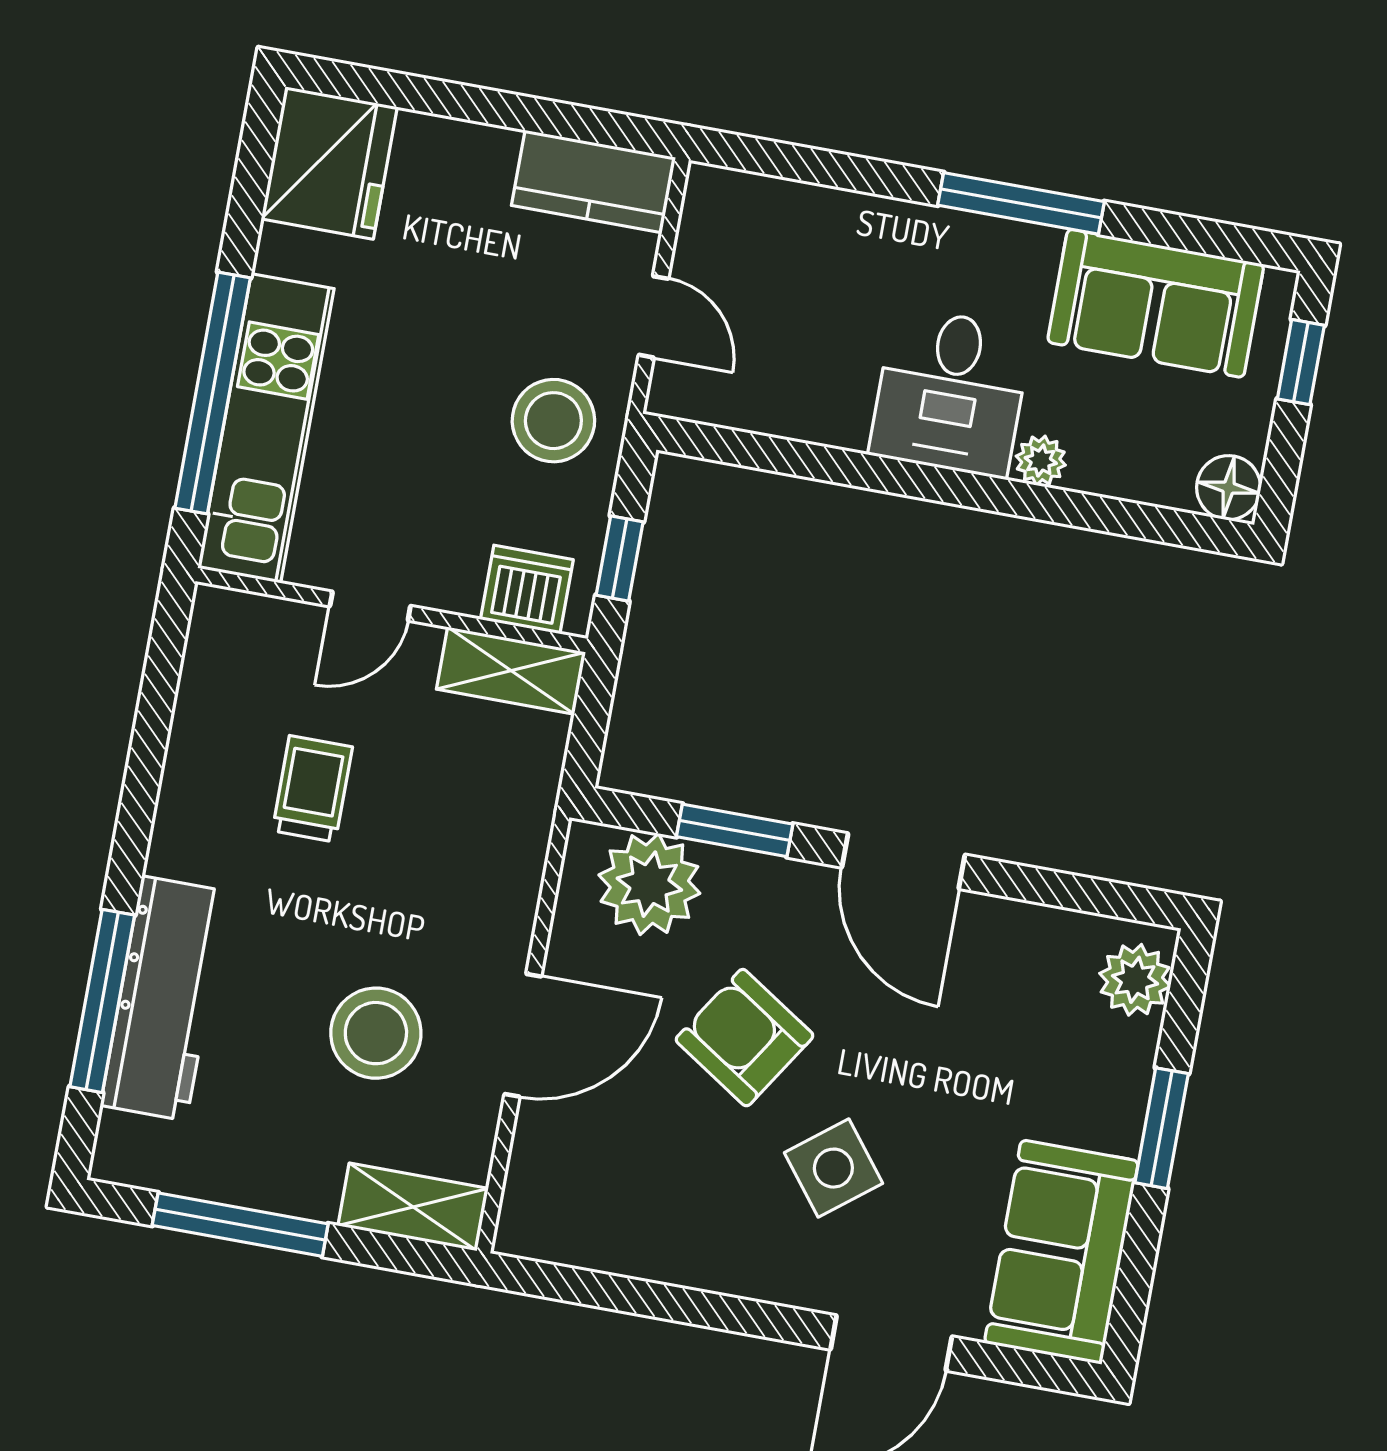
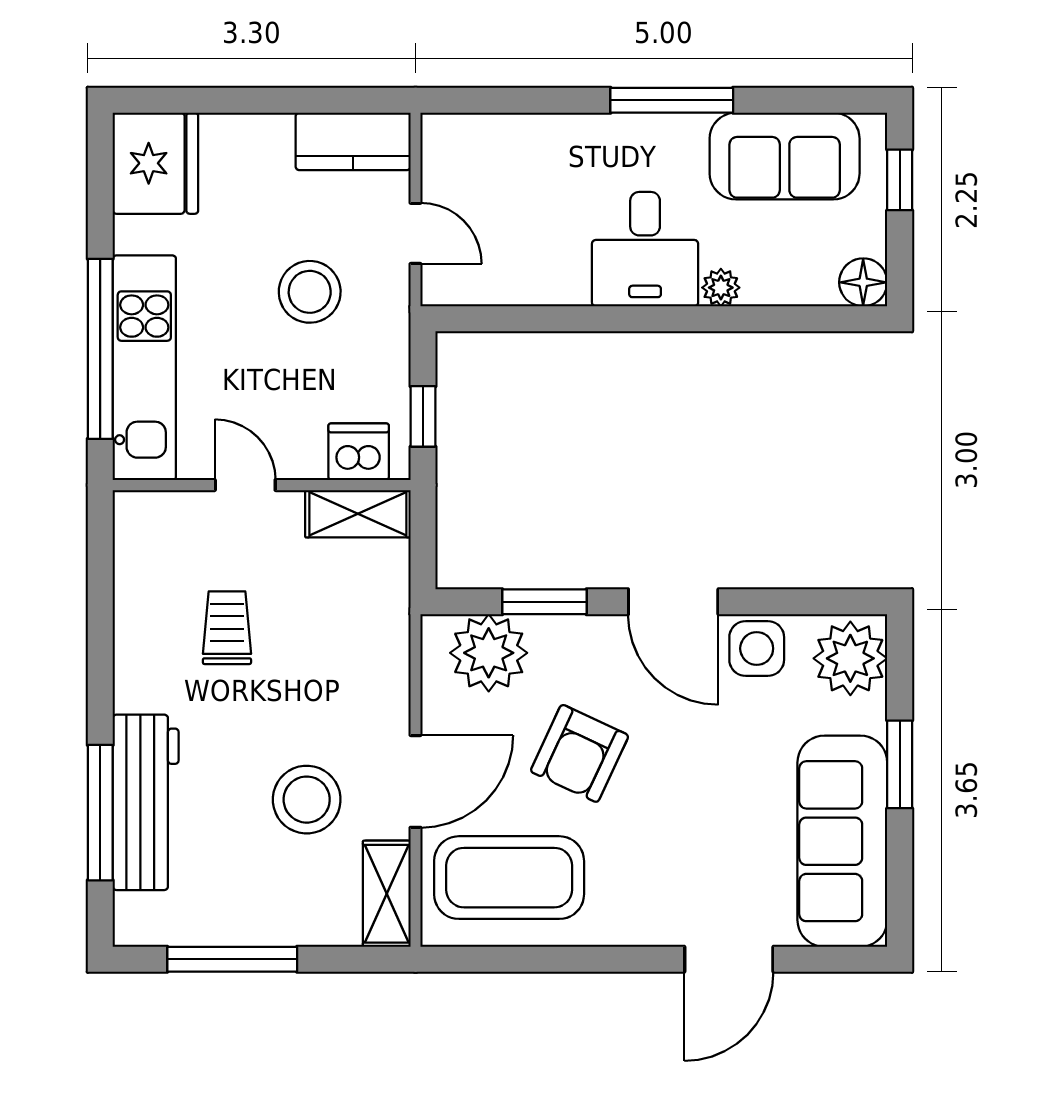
stool: (553, 421) -> (310, 292), moved
door: (370, 606) -> (245, 485), swing flipped
plant: (1135, 980) -> (850, 658), width x1.36, depth x1.36
armchair: (745, 1038) -> (580, 753), turned -98
side table: (833, 1168) -> (757, 648), moved, turned 38
coffee table: (623, 1184) -> (509, 878), added
shelving: (413, 1207) -> (387, 894), moved, turned 90
sofa: (1061, 1252) -> (842, 841), width x1.36

